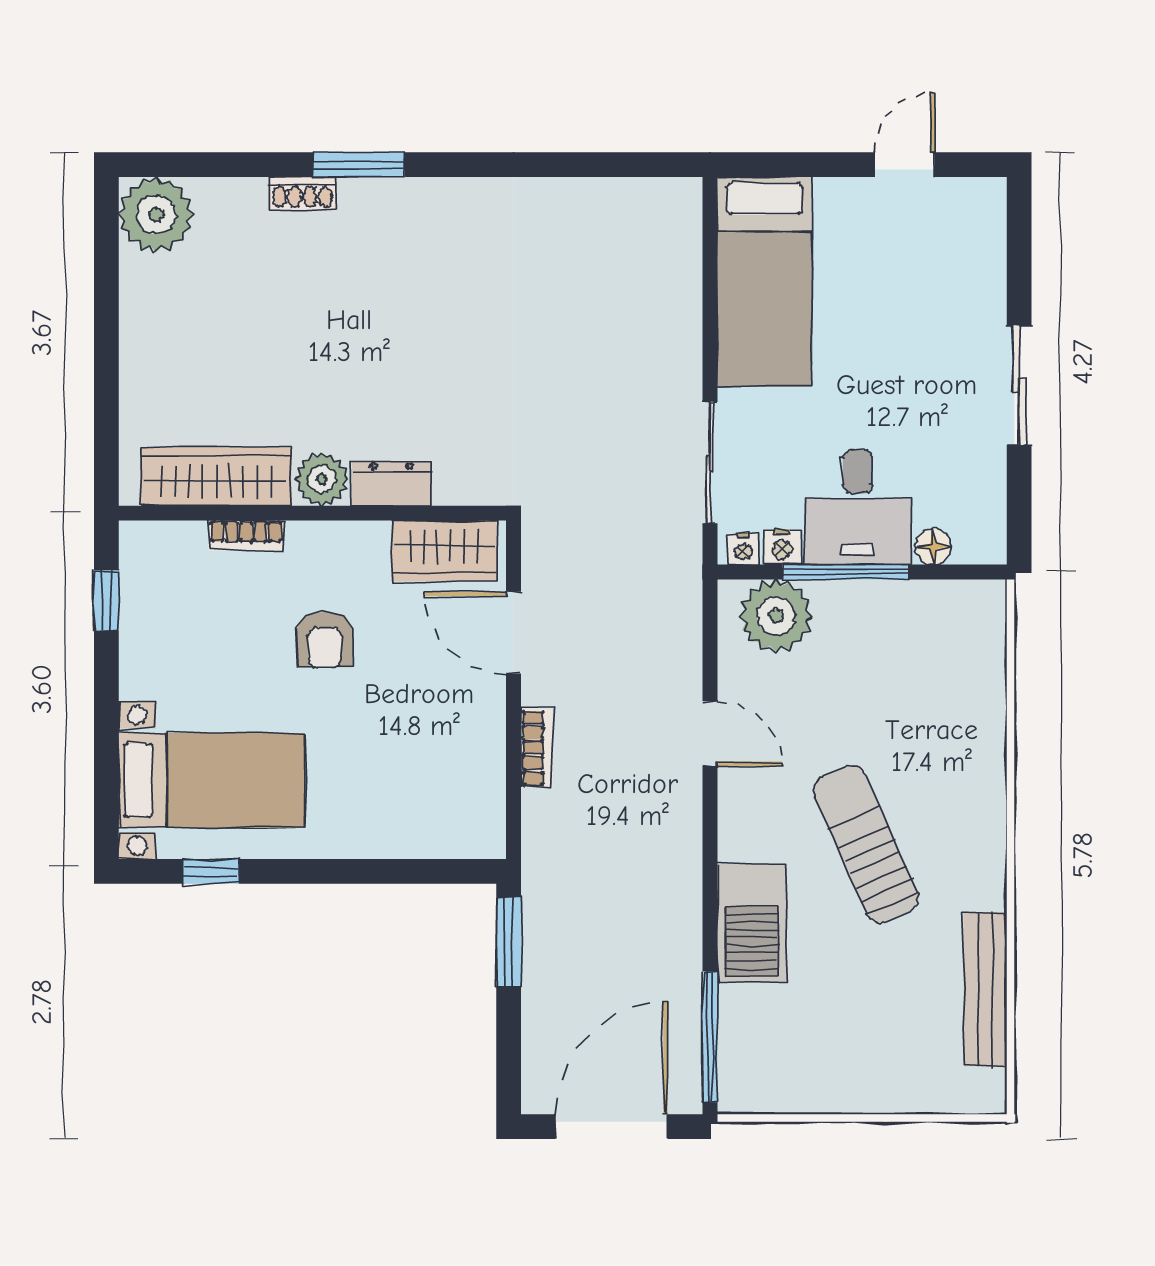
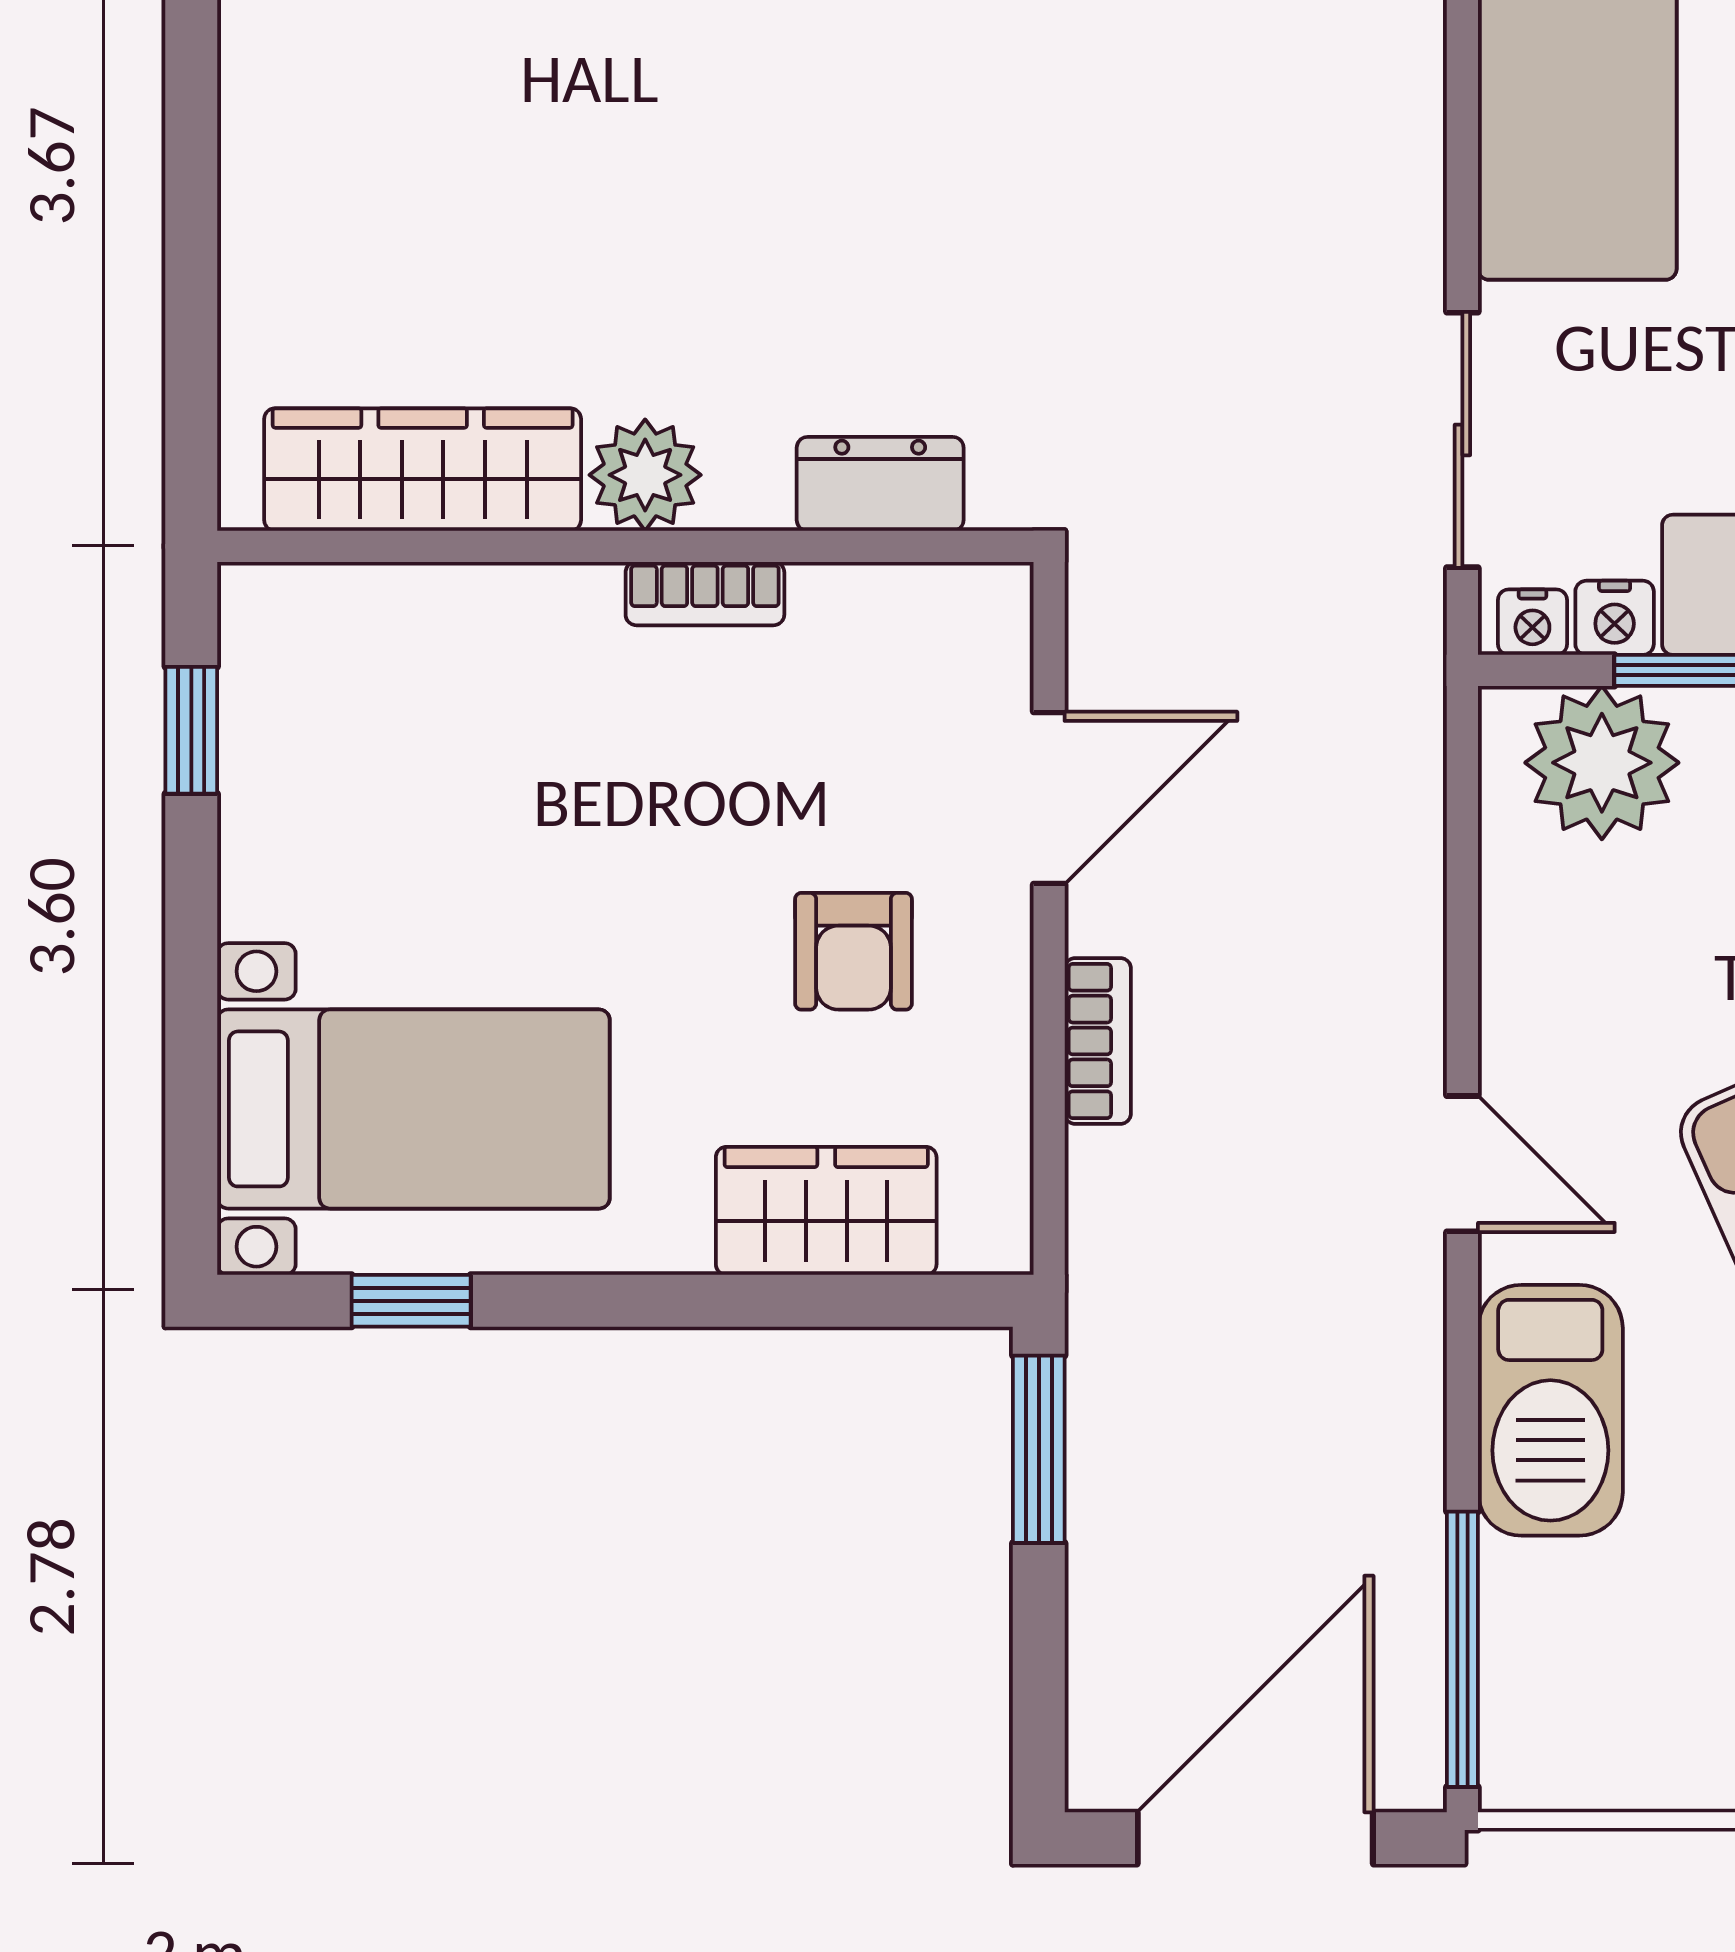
dresser: (392, 483) -> (880, 484), moved
bookcase: (246, 536) -> (705, 594), moved
wardrobe: (444, 551) -> (826, 1211), moved, turned 180
door: (514, 633) -> (1049, 798), swing flipped
armchair: (325, 639) -> (853, 951), moved
door: (710, 734) -> (1462, 1164), moved

